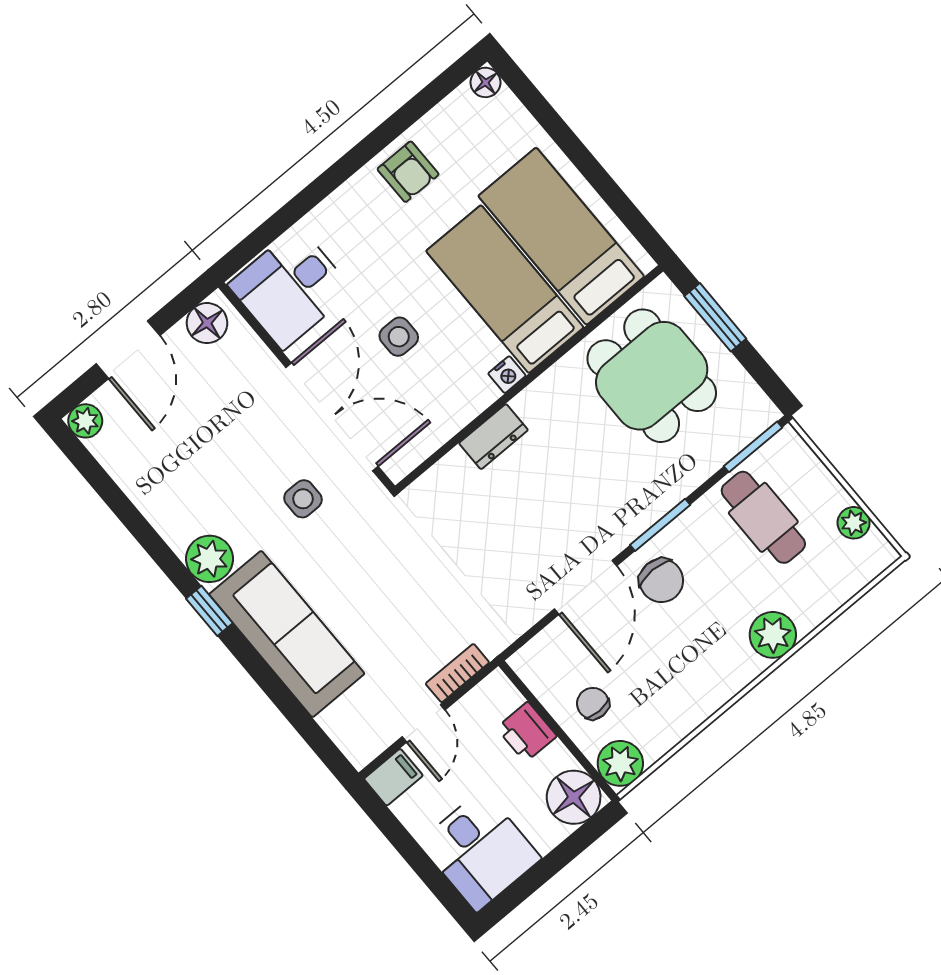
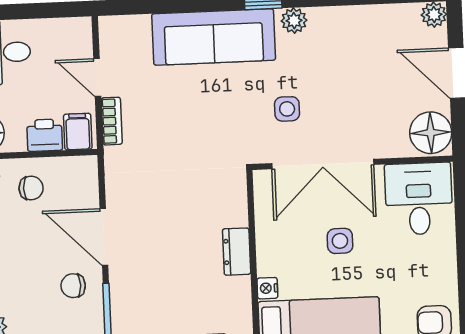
floor lamp: (207, 323) -> (431, 133), width x1.38, depth x1.38
plant: (210, 559) -> (294, 21), width x0.73, depth x0.73
chair: (661, 580) -> (73, 286), width x0.73, depth x0.73
filing cabinet: (393, 777) -> (78, 132), moved, turned 180

